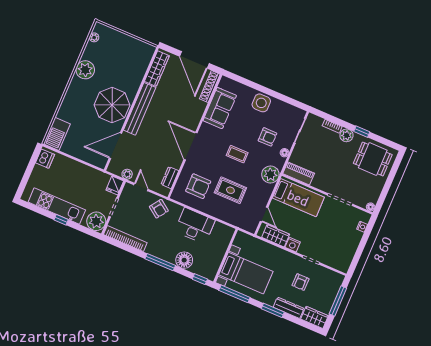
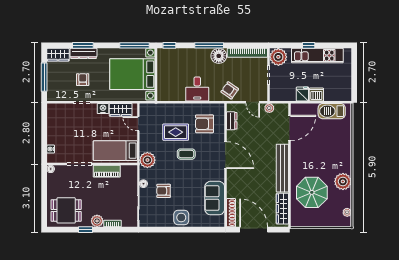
parasol: (112, 105) -> (312, 192), moved
barbecue: (57, 134) -> (332, 111), moved, turned -90
coffee table: (237, 154) -> (186, 154), moved
dishwasher: (45, 159) -> (316, 95), moved, turned 90
piano: (299, 173) -> (107, 171), moved
fridge: (115, 185) -> (302, 94), moved
desk: (195, 226) -> (197, 89), width x0.73
floor lamp: (184, 260) -> (219, 56), moved
bed with nightstands: (246, 273) -> (132, 74), width x1.36
window: (273, 310) -> (83, 45), moved

